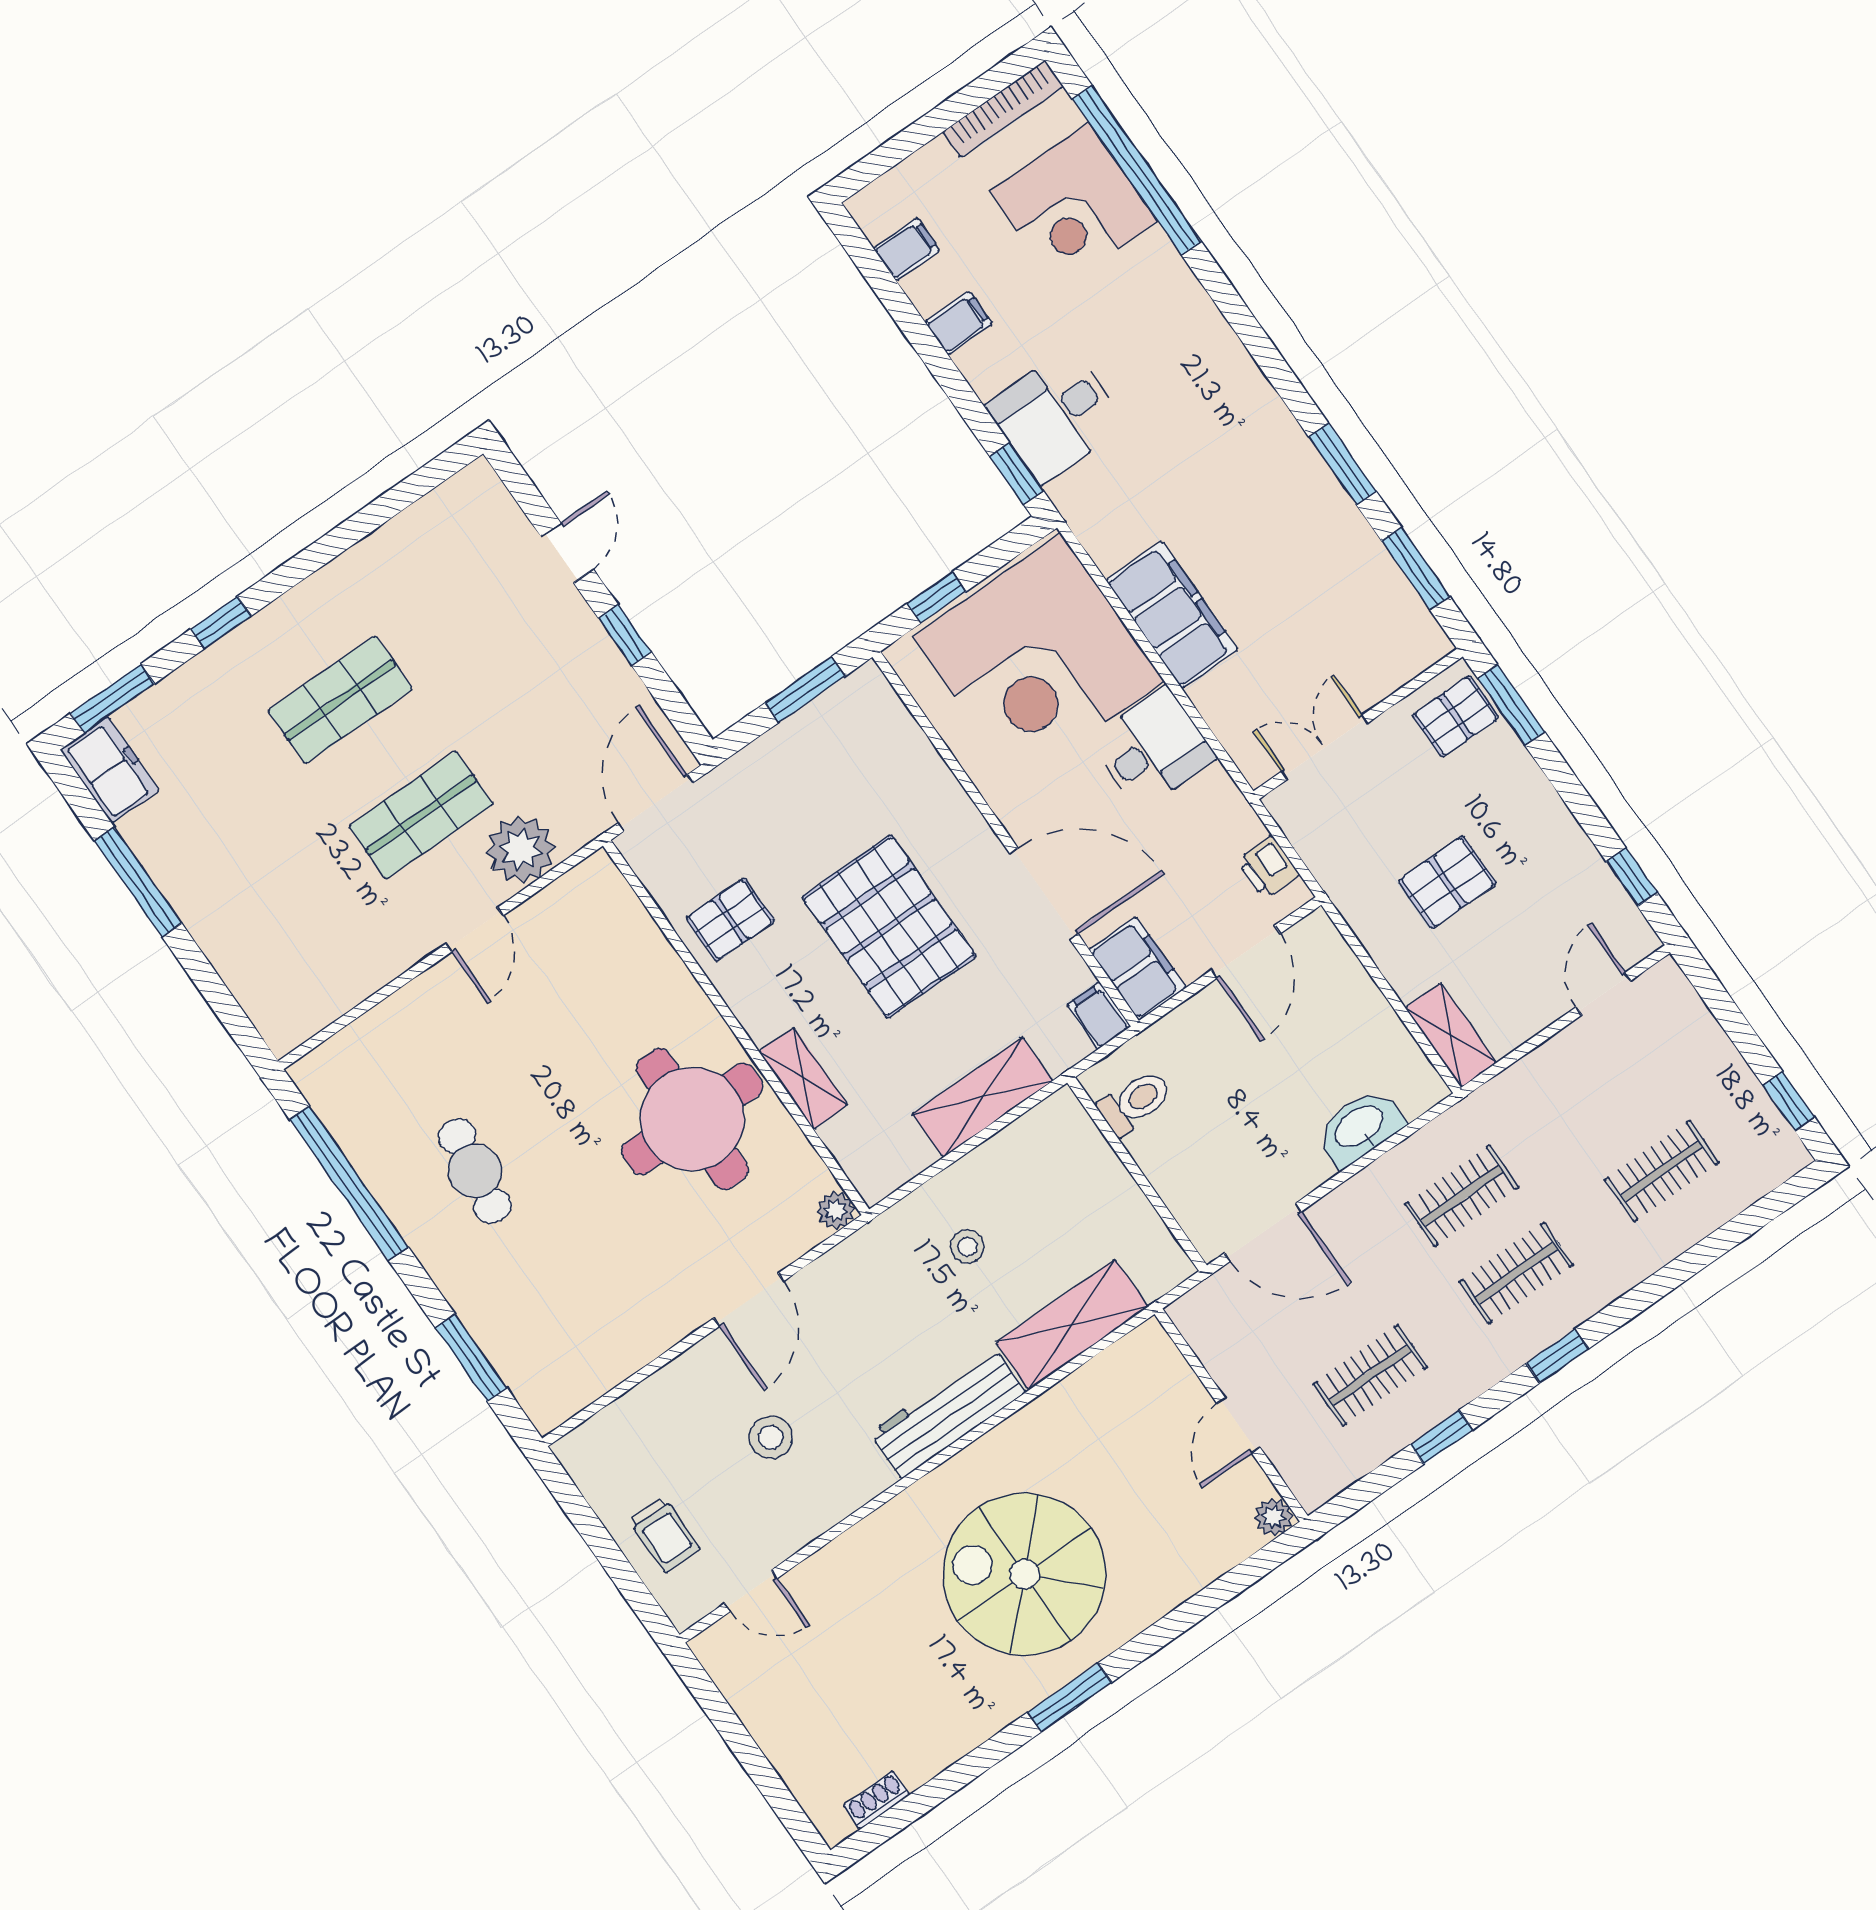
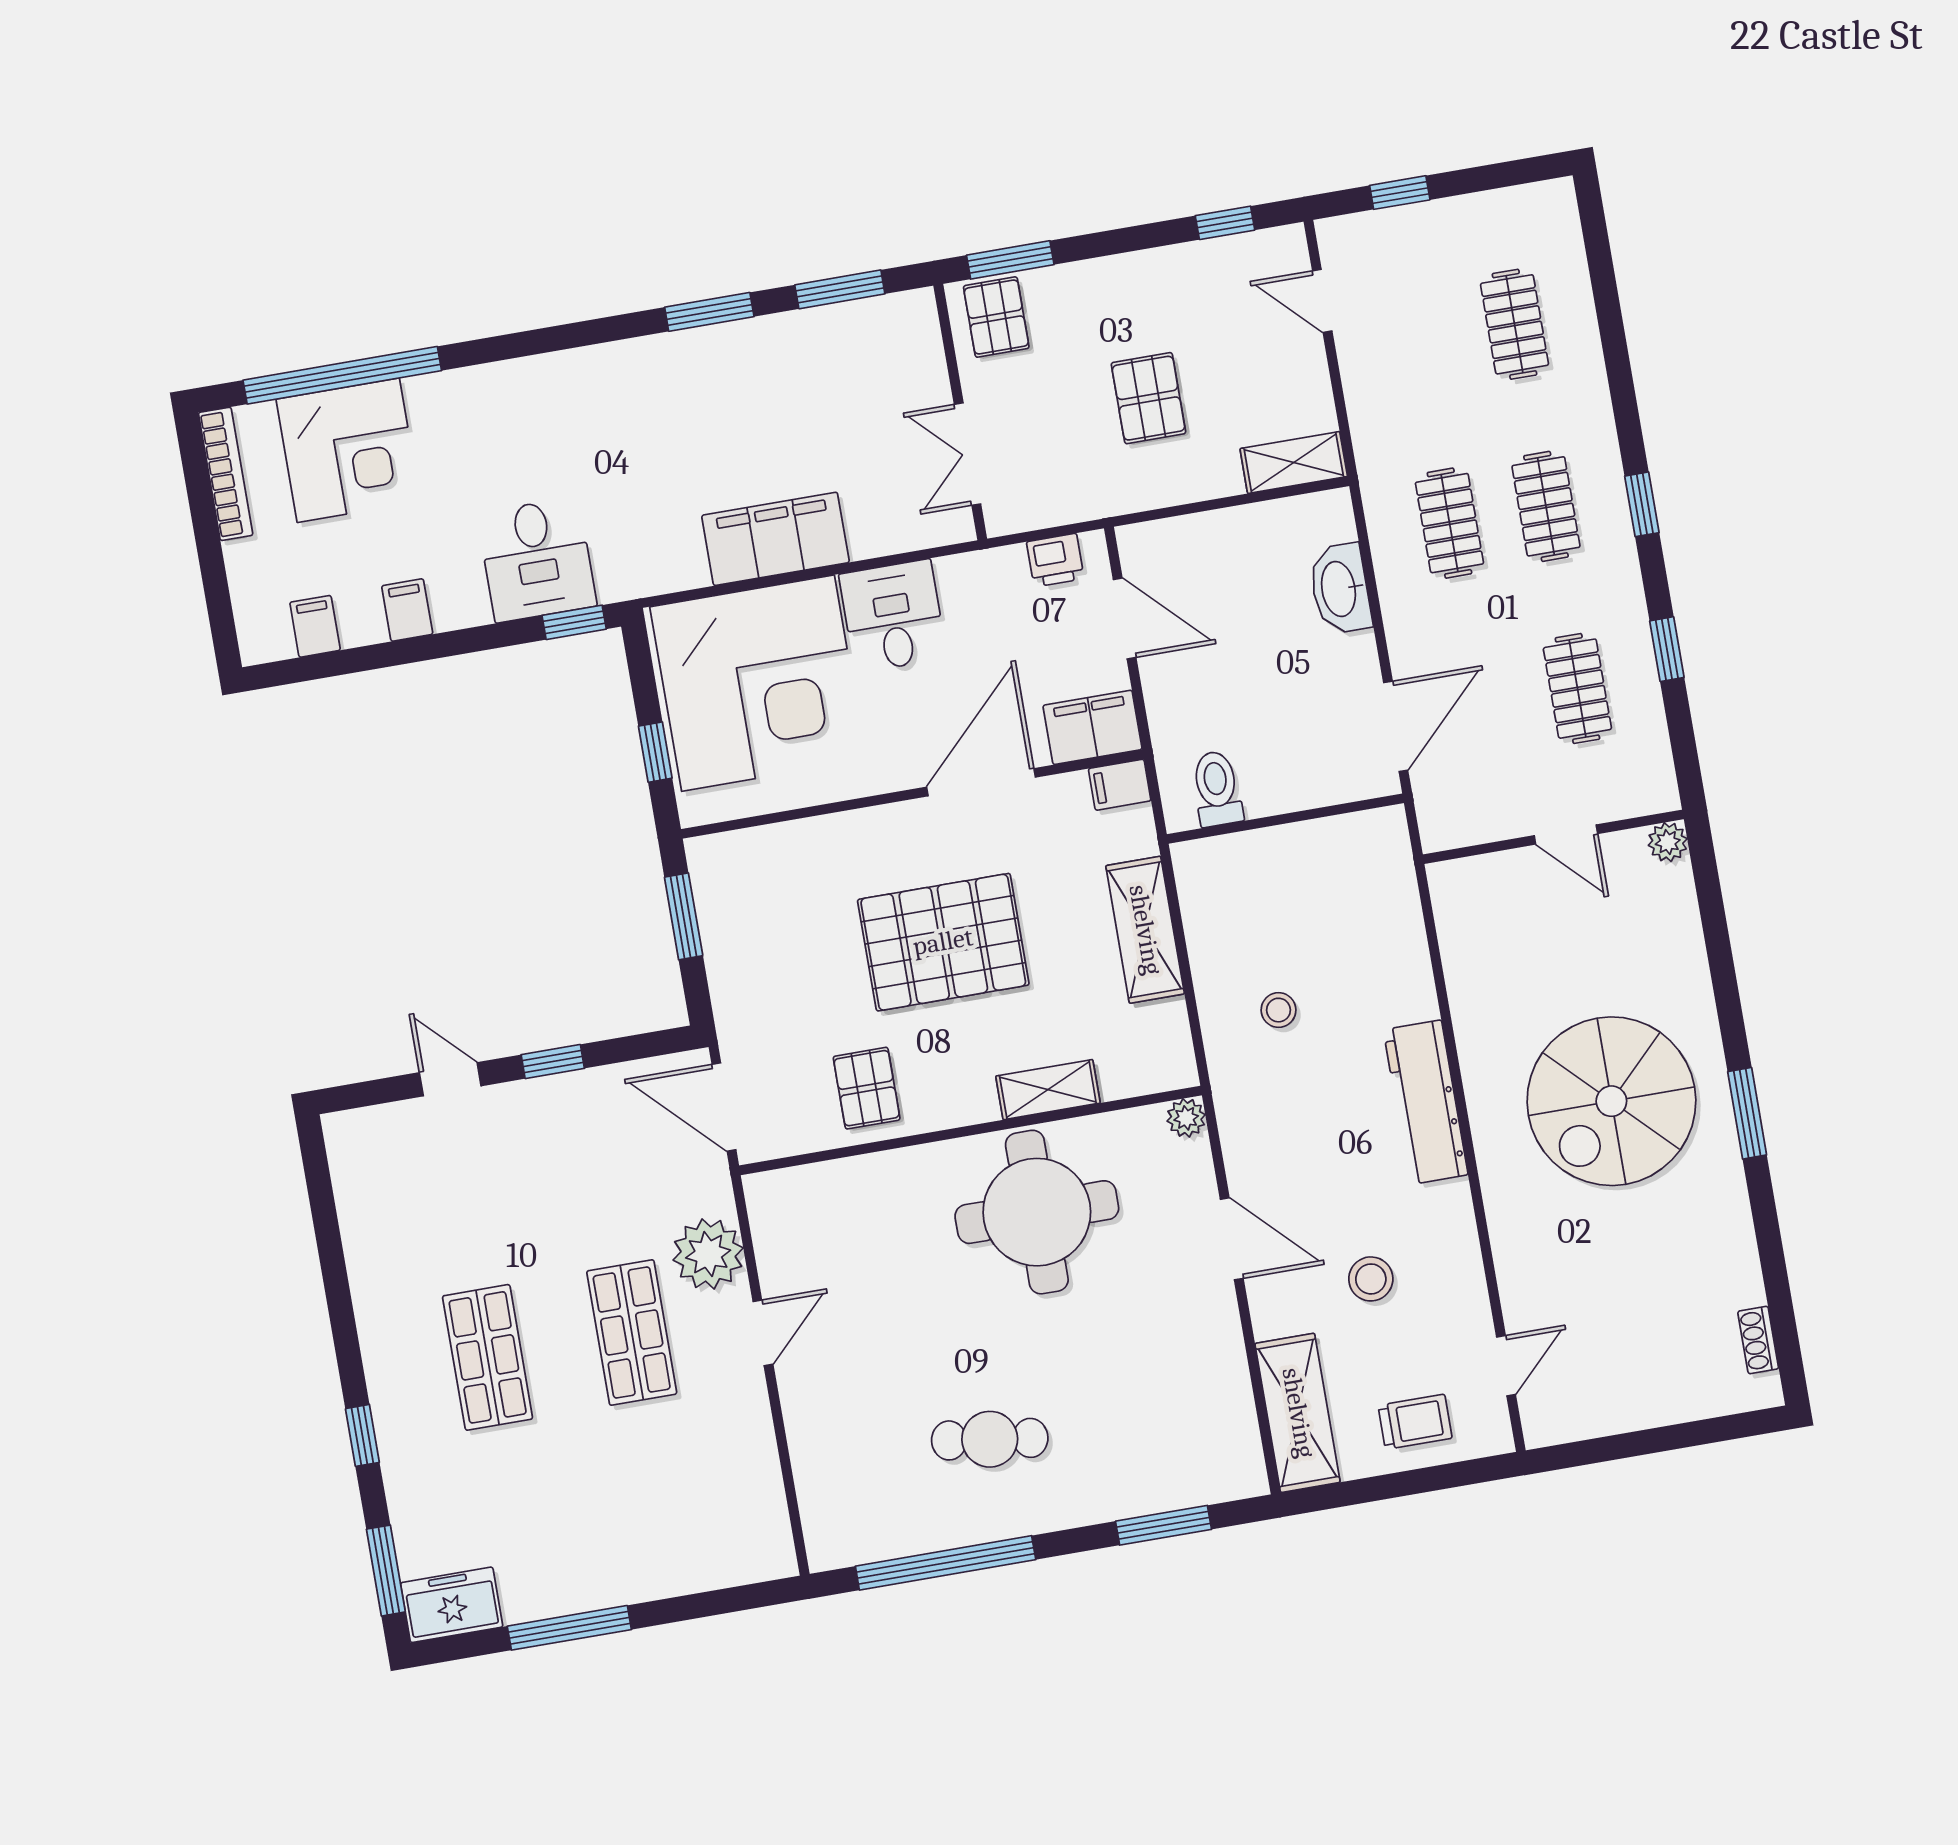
door: (475, 930) -> (763, 1333), hinge flipped
window: (1789, 1101) -> (1400, 193), moved
shelving: (1072, 1325) -> (1298, 1413), moved

